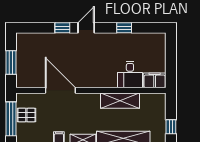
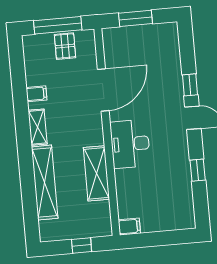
desk: (130, 75) -> (130, 144), moved, width x1.37
filing cabinet: (155, 80) -> (129, 226), width x0.50
window: (171, 127) -> (82, 245), moved

